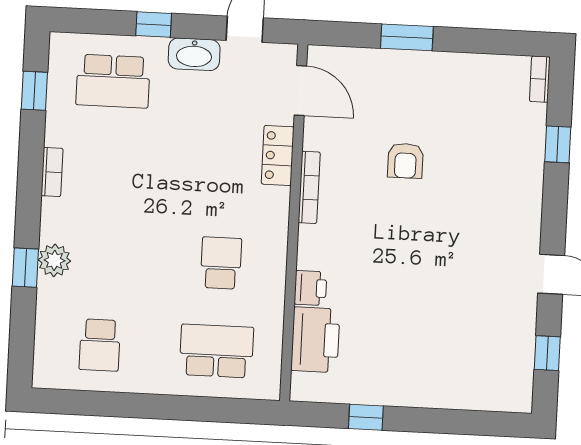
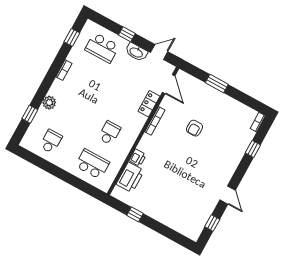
window: (25, 268) -> (30, 114), moved
school desk: (100, 345) -> (51, 141), turned 180

